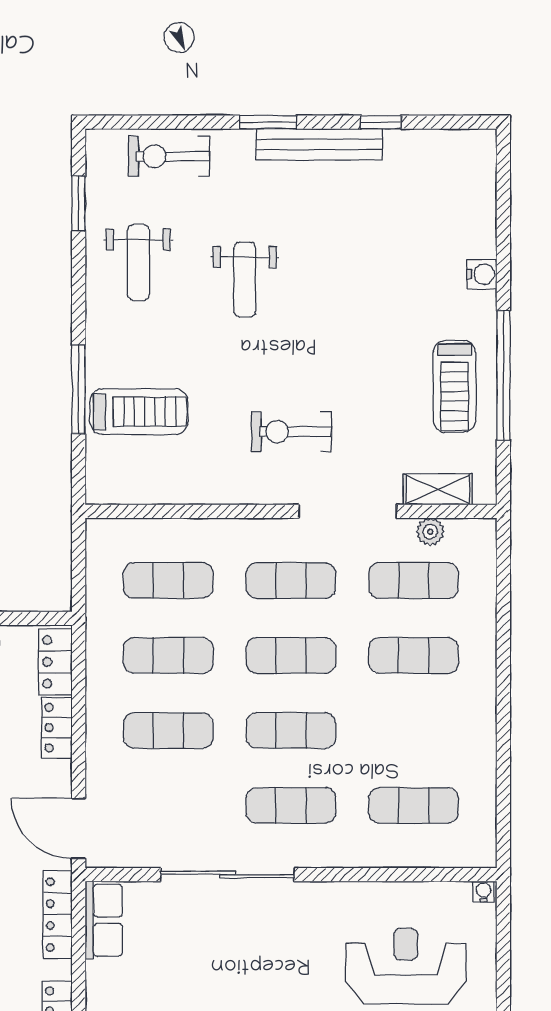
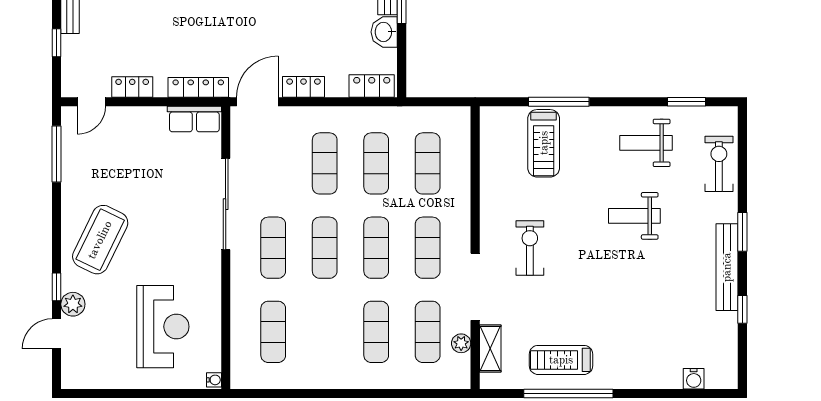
water cooler: (482, 274) -> (694, 379), moved
locker: (57, 728) -> (304, 87), moved

